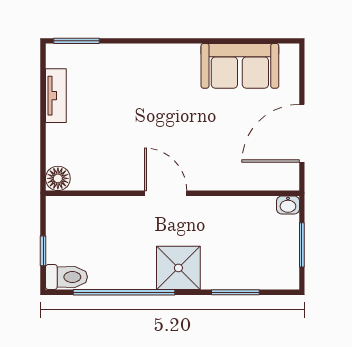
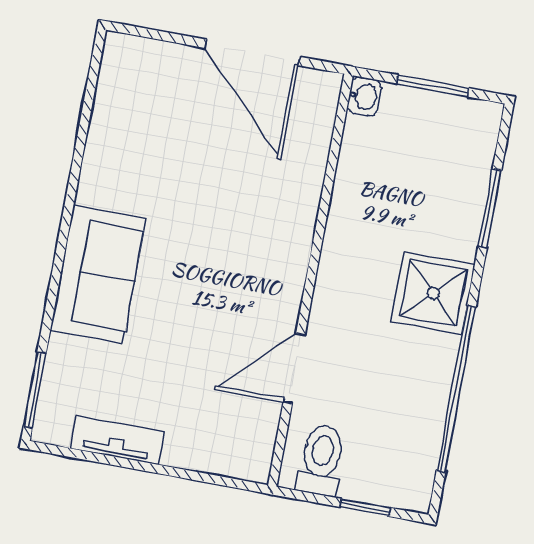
sofa: (240, 66) -> (98, 274), moved
floor lamp: (58, 178) -> (252, 462), removed
door: (166, 193) -> (294, 368), moved
toilet: (66, 277) -> (321, 460), moved

